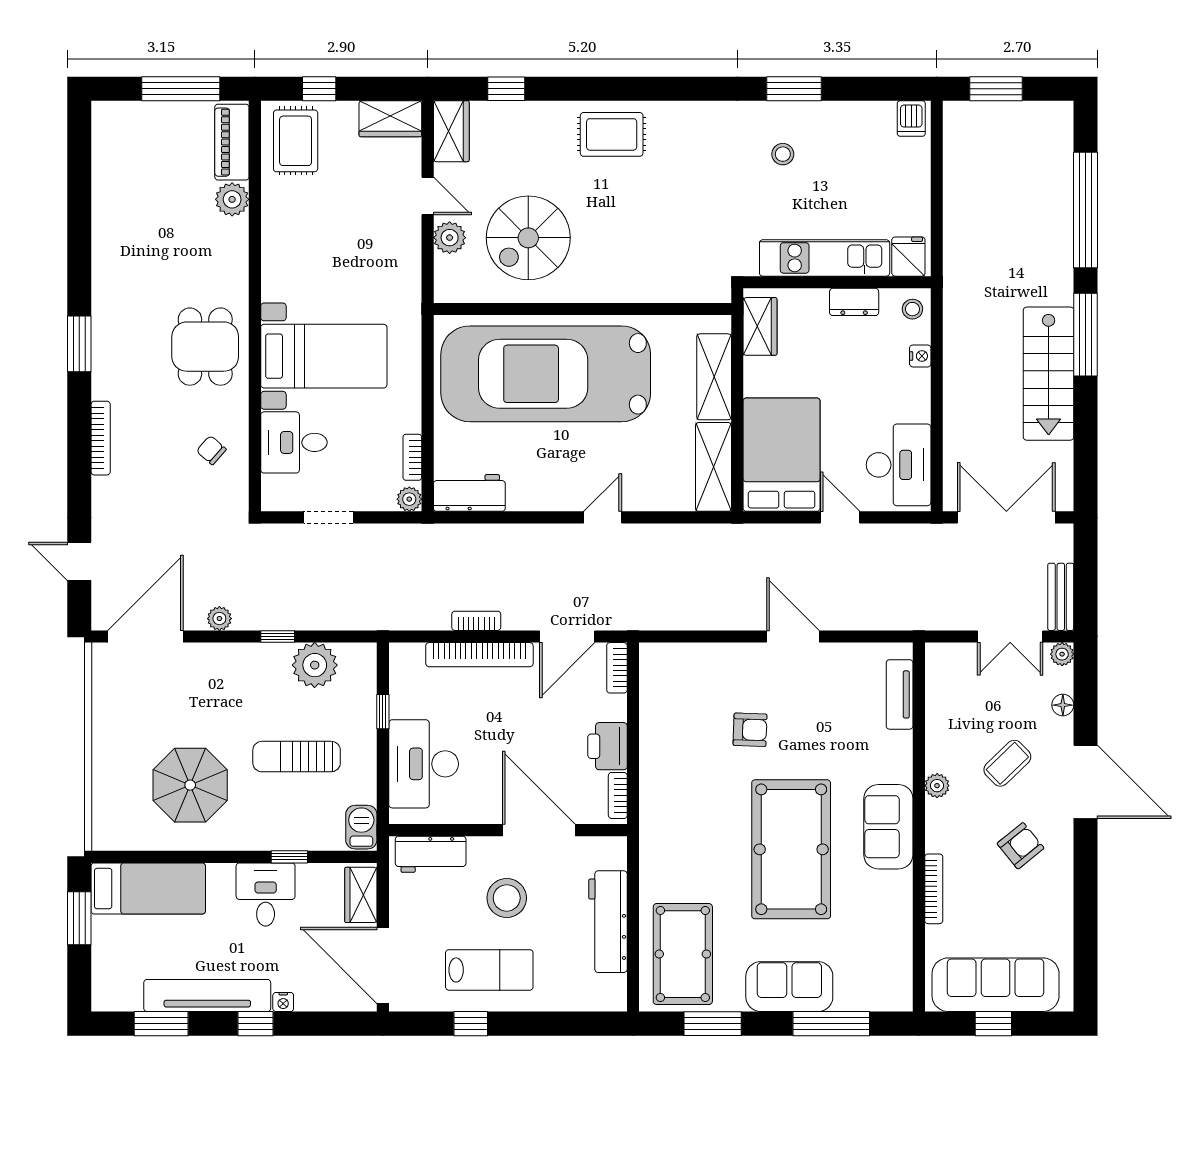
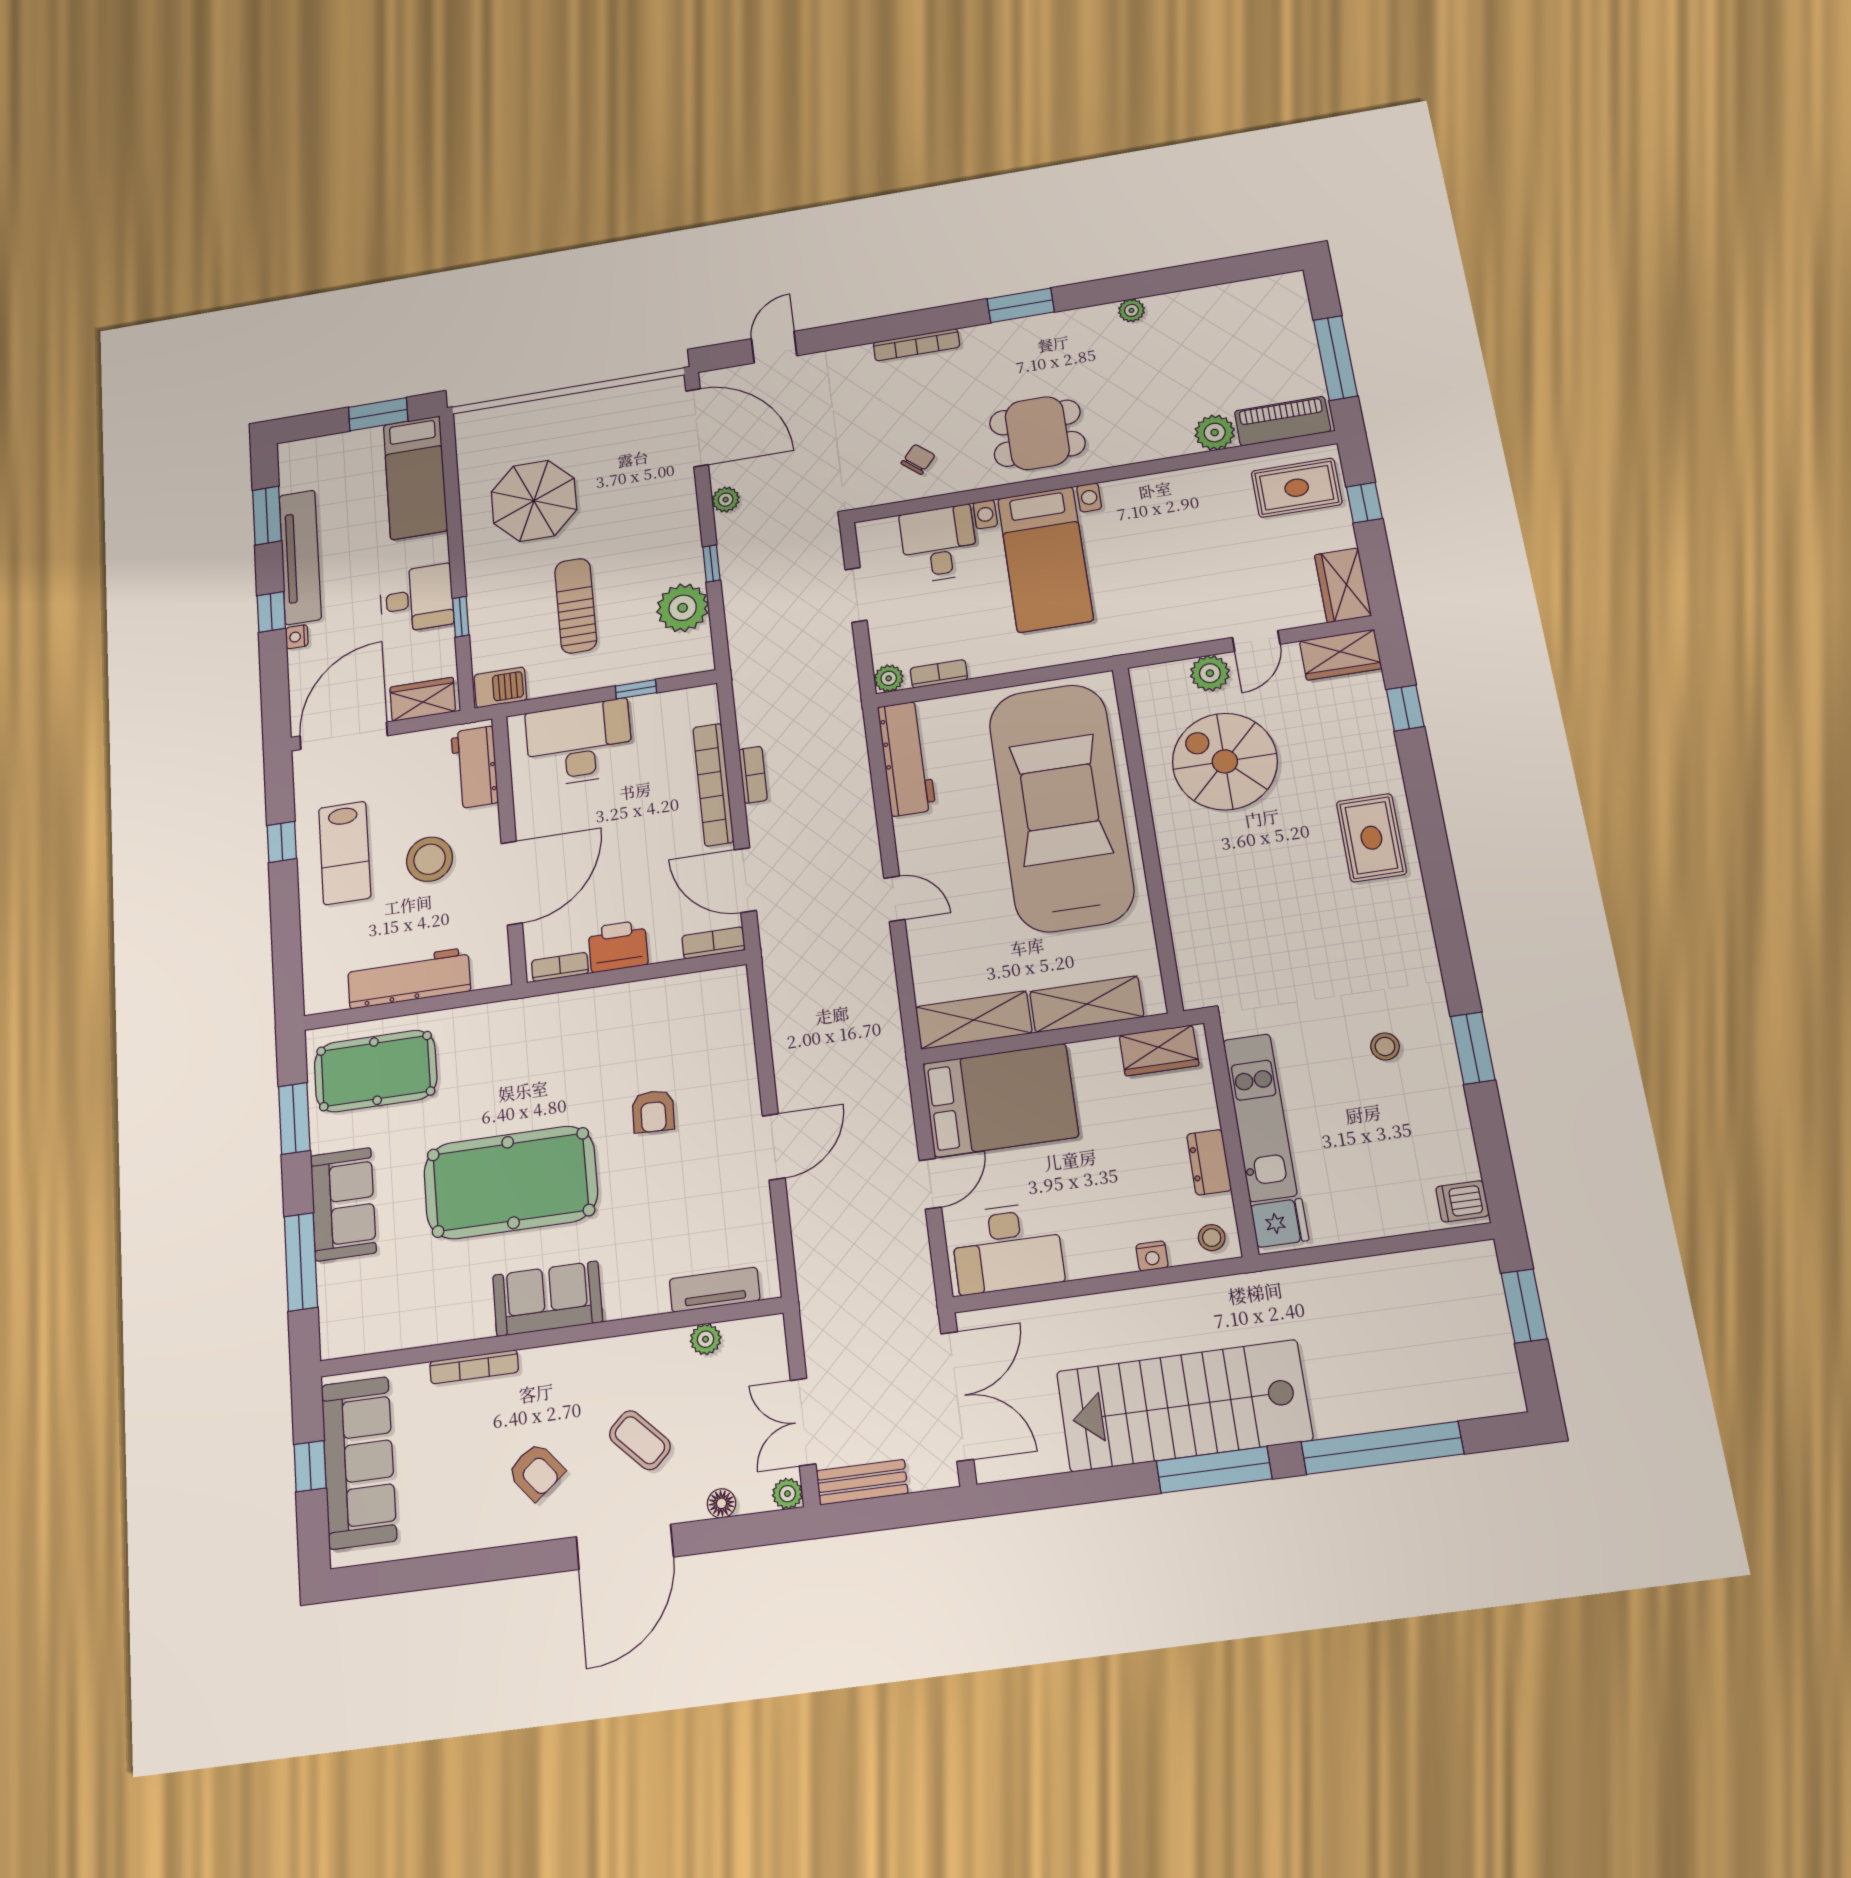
plant: (102, 251) -> (1131, 310), added
stairs: (1049, 374) -> (1184, 1406), width x1.36, depth x1.51
workbench: (469, 493) -> (907, 758), width x1.38
plant: (937, 786) -> (706, 1339), moved

